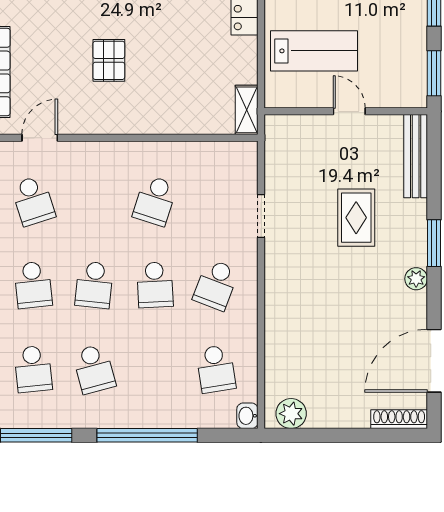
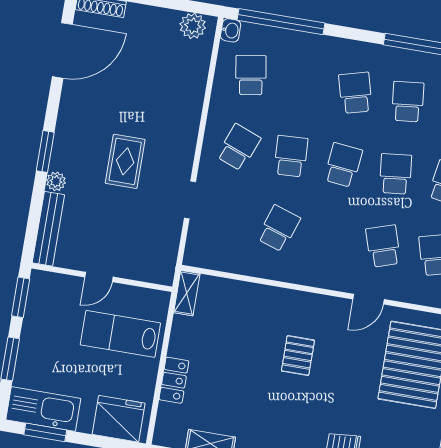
door: (349, 111) -> (99, 277), hinge flipped
rug: (356, 218) -> (125, 161), moved
plant: (416, 279) -> (56, 181), moved
window: (147, 435) -> (281, 22), moved

